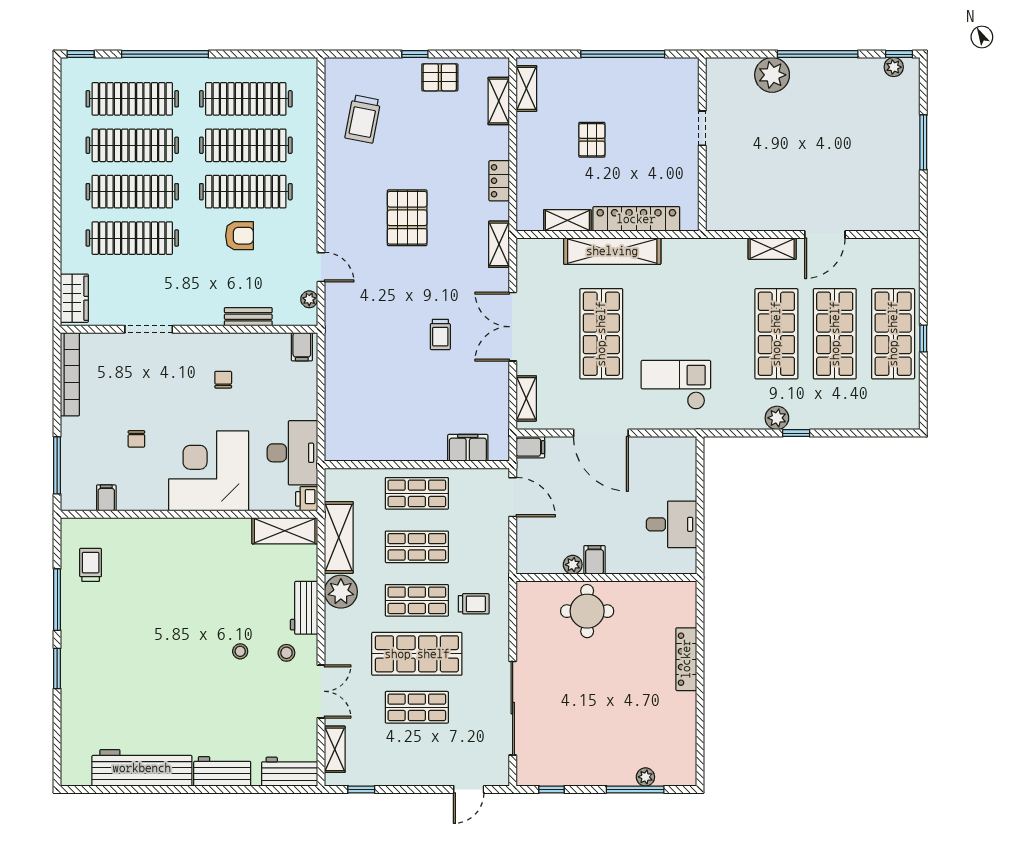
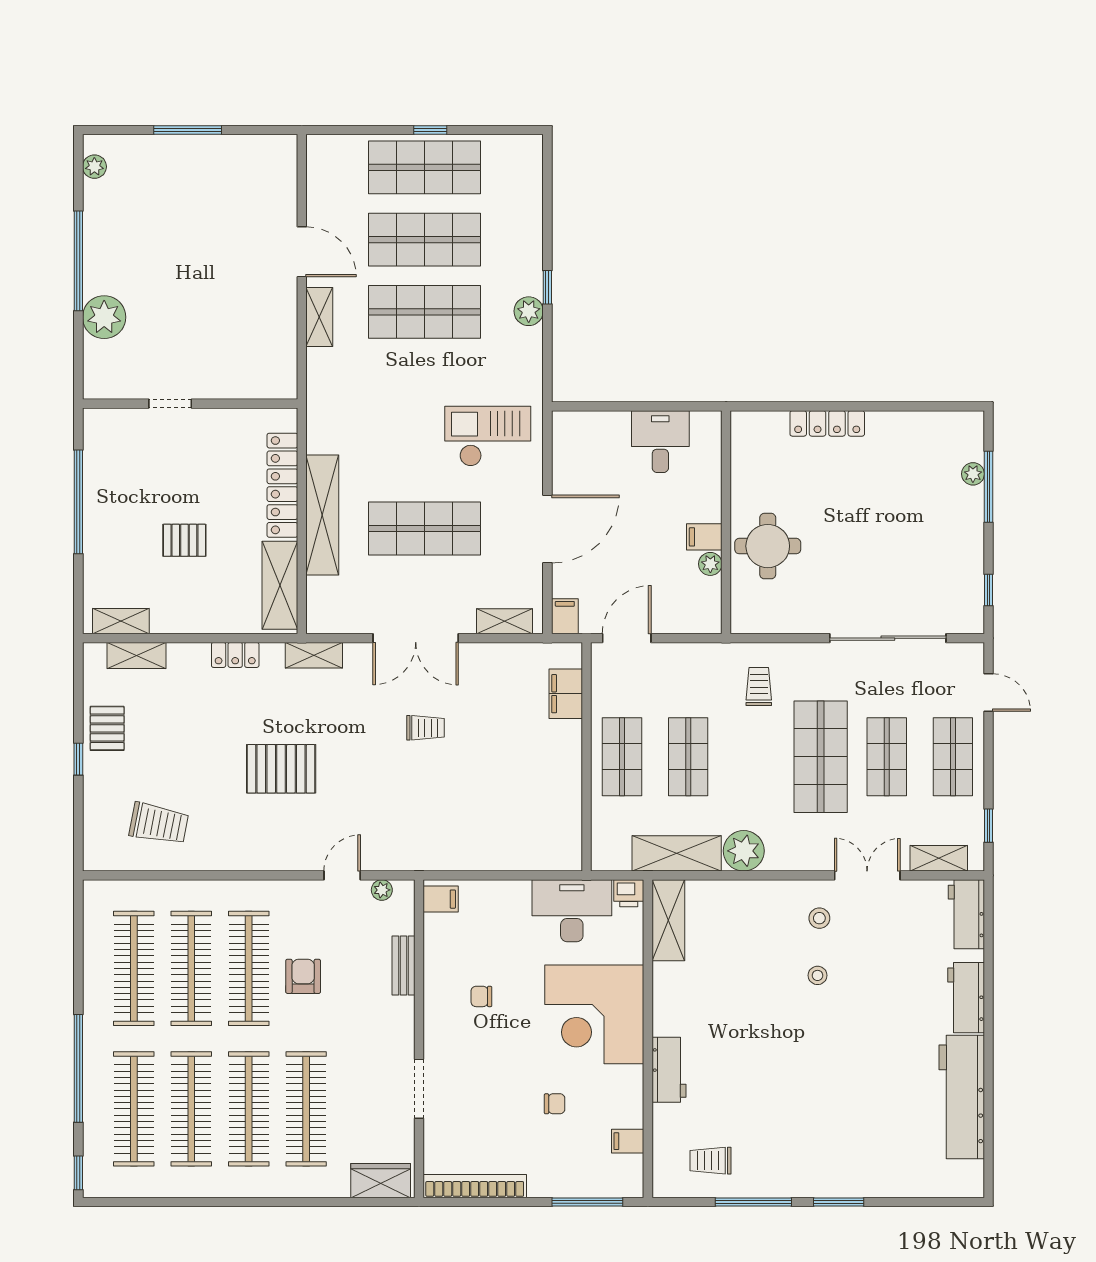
window: (899, 54) -> (78, 160), removed
shelving: (567, 220) -> (280, 585), width x1.50, depth x1.33
checkout: (676, 385) -> (488, 436), turned 90
shop shelf: (417, 600) -> (953, 757), moved
workbench: (304, 608) -> (669, 1070), moved, turned -90

